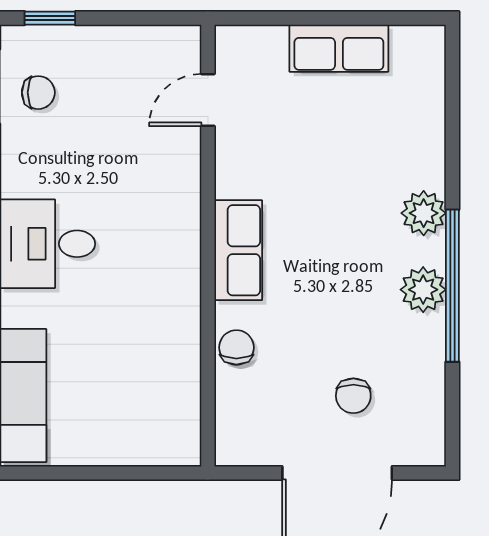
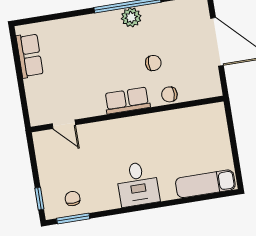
row of seats: (339, 48) -> (30, 55), moved
plant: (424, 213) -> (98, 23), removed
chair: (353, 396) -> (153, 63), moved

